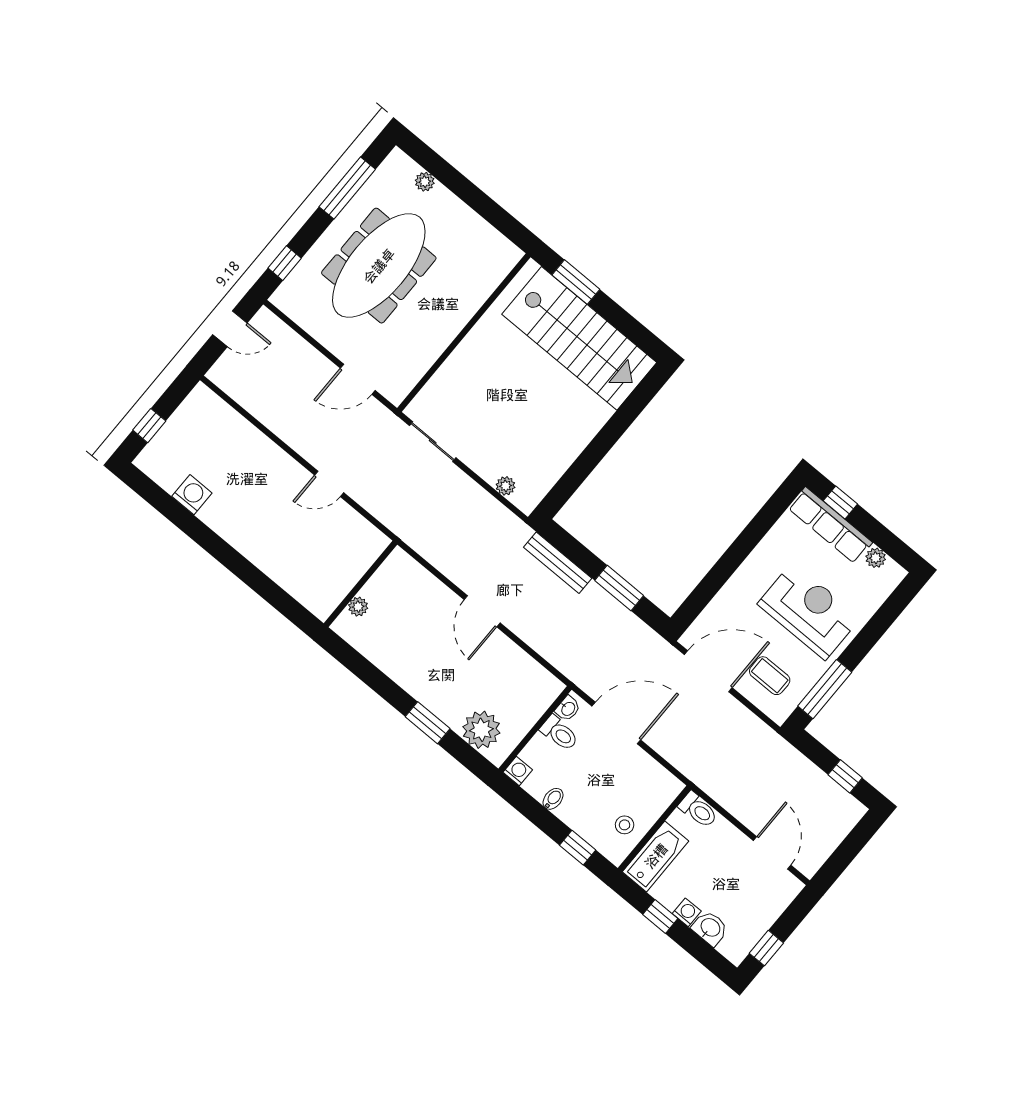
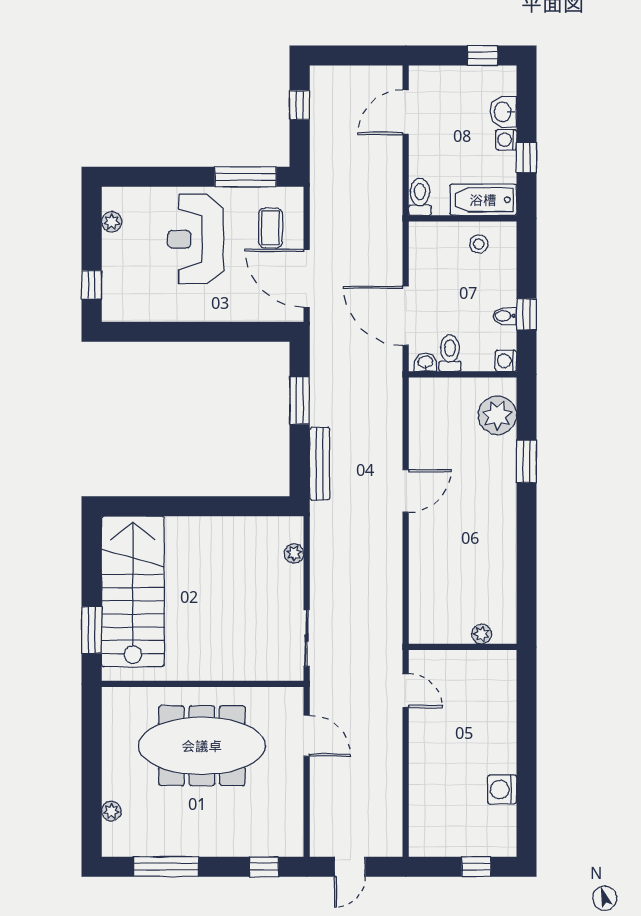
meeting table: (379, 266) -> (202, 746), moved
door: (230, 329) -> (350, 867), swing flipped
row of seats: (830, 525) -> (116, 278), removed
wall: (360, 584) -> (463, 647), moved
plant: (358, 607) -> (482, 634), moved
window: (578, 848) -> (526, 314), moved

